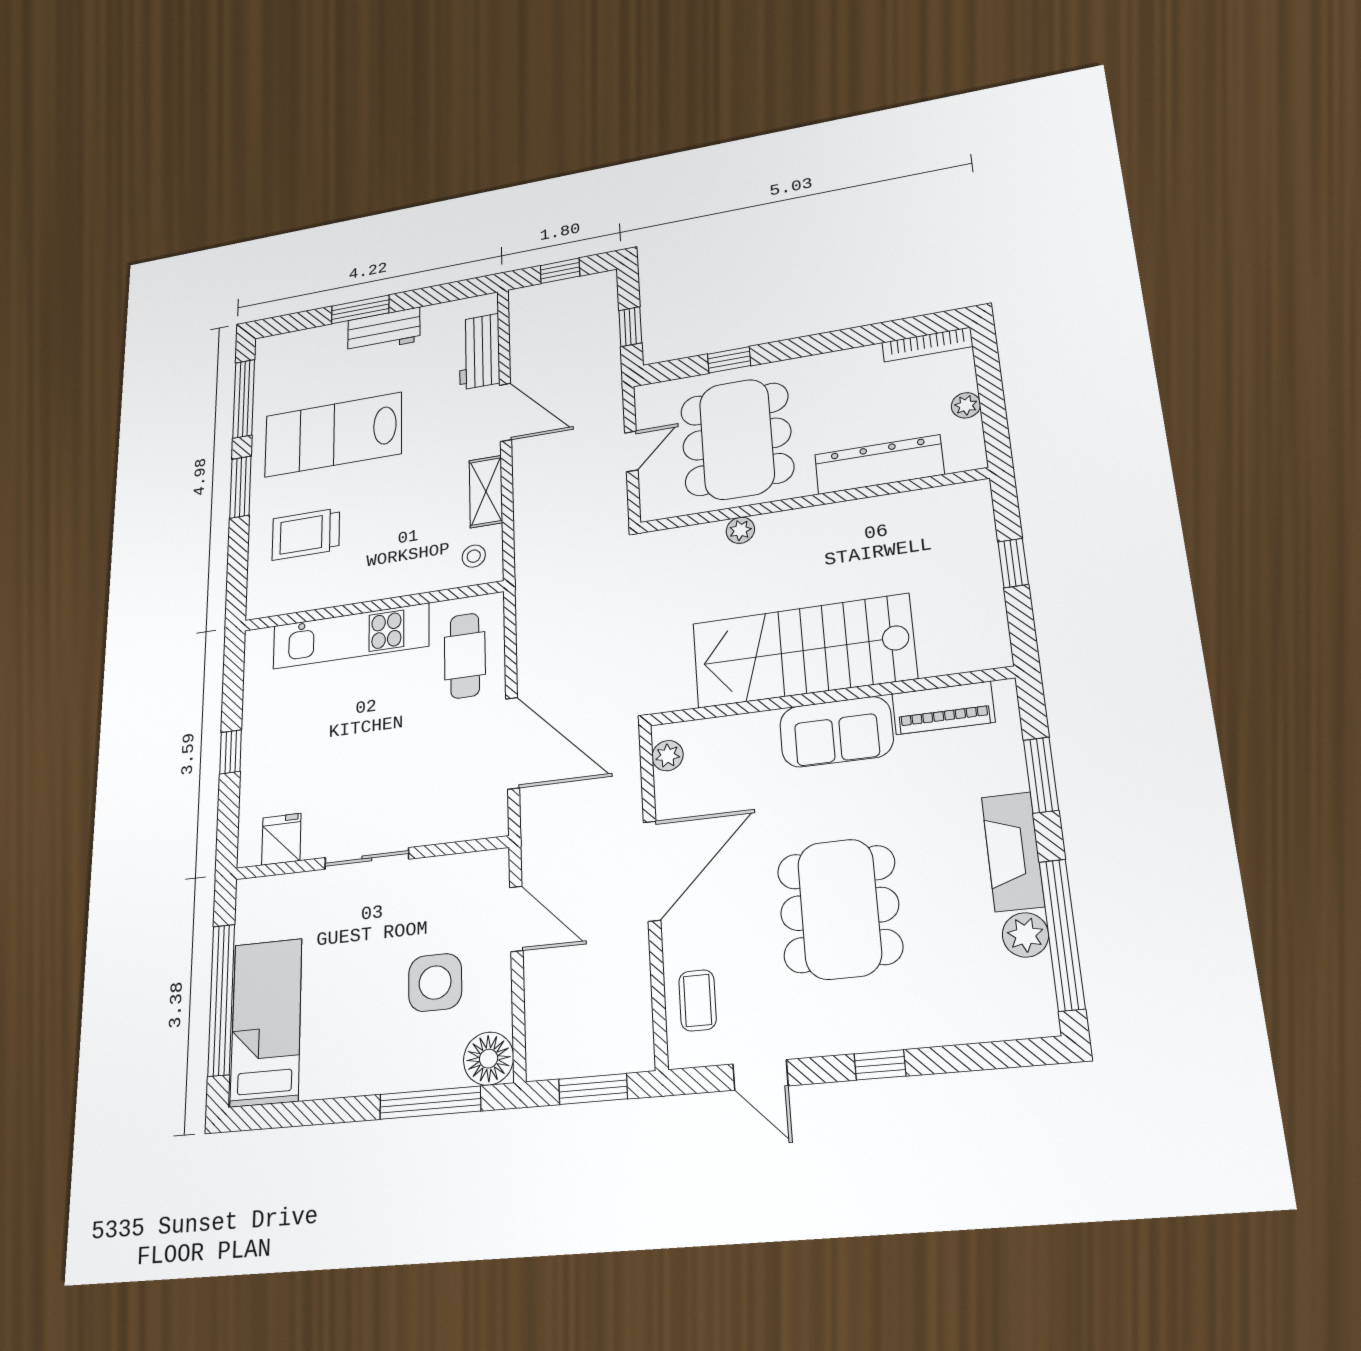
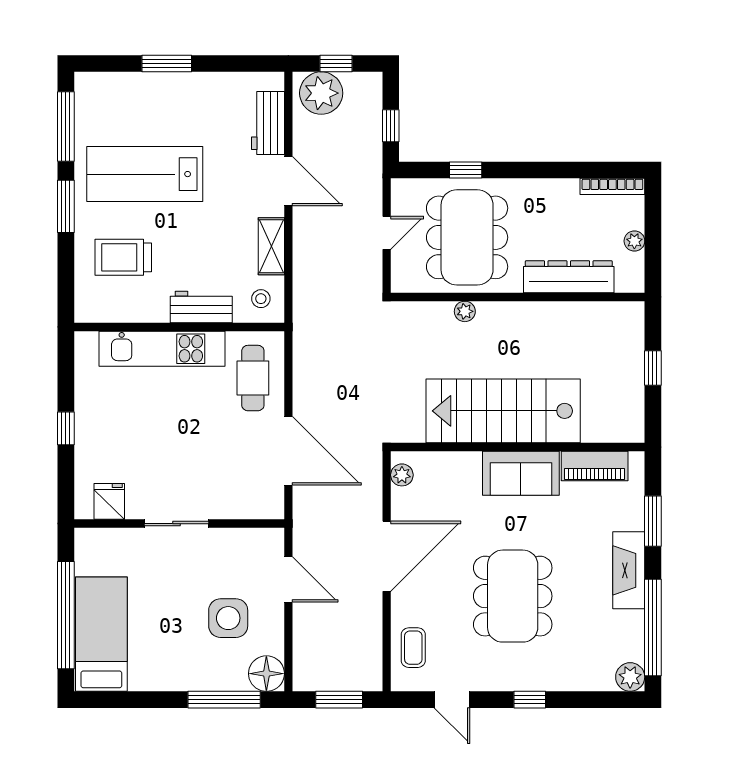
plant: (543, 307) -> (321, 93), added
workbench: (384, 331) -> (201, 307), moved, turned 180
plant: (1025, 935) -> (630, 677), moved

